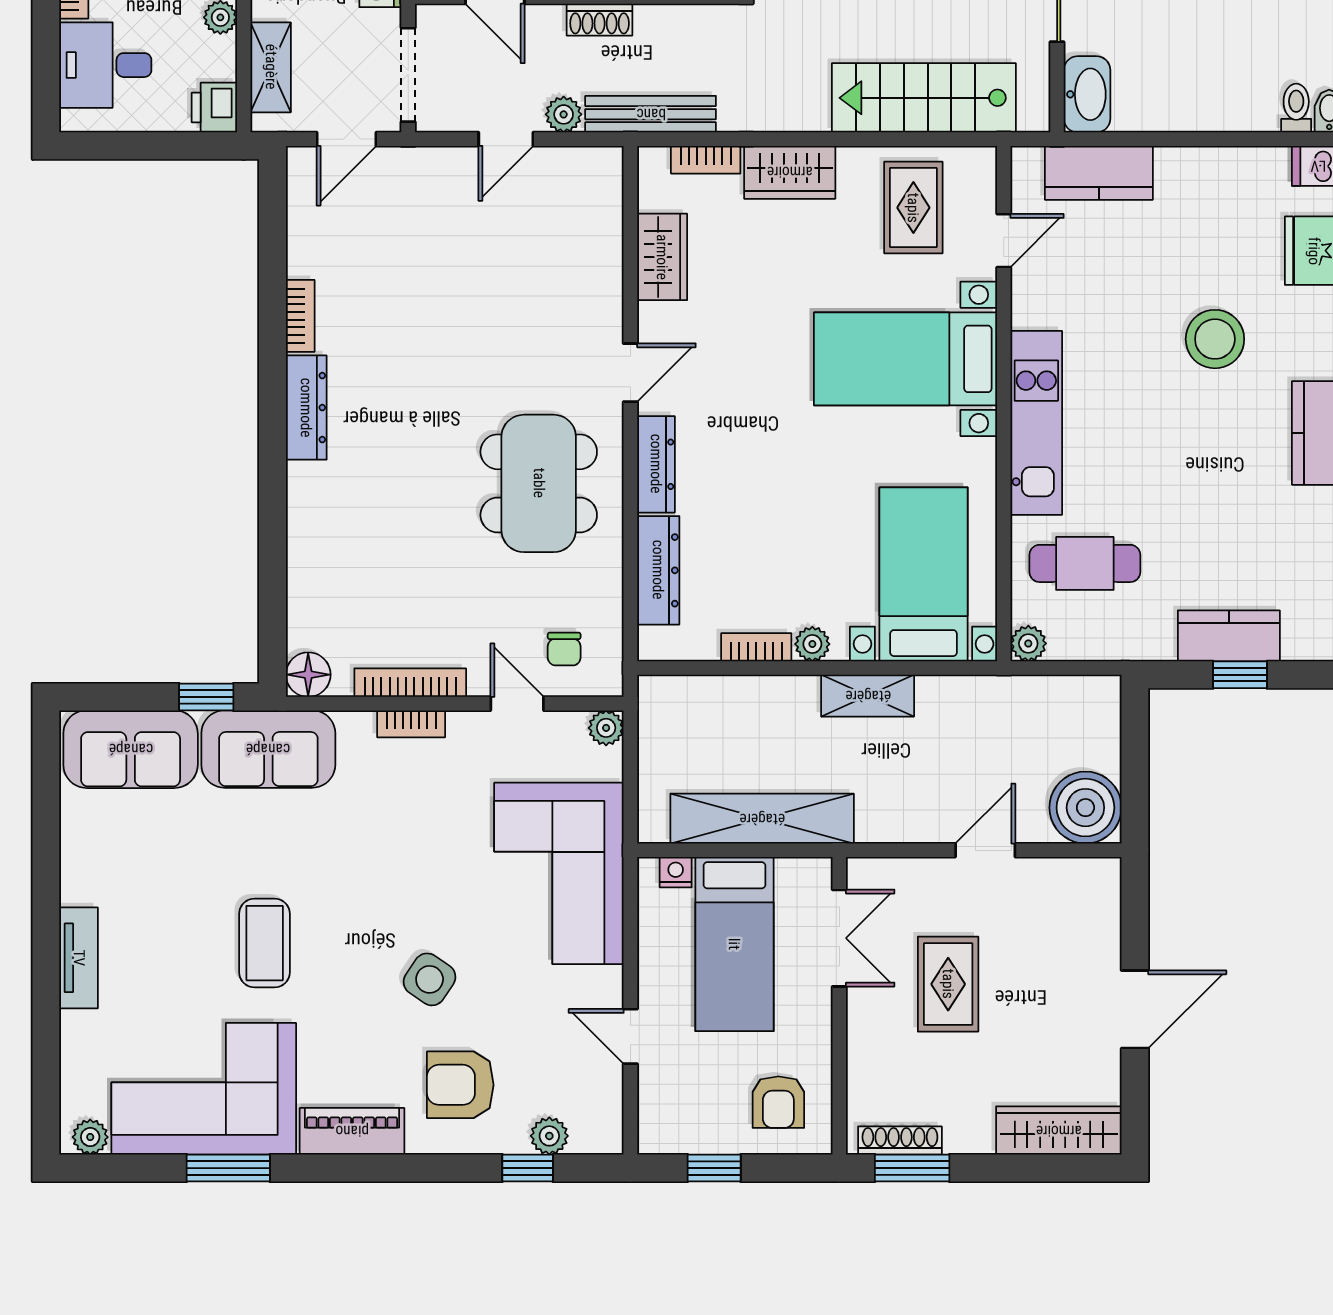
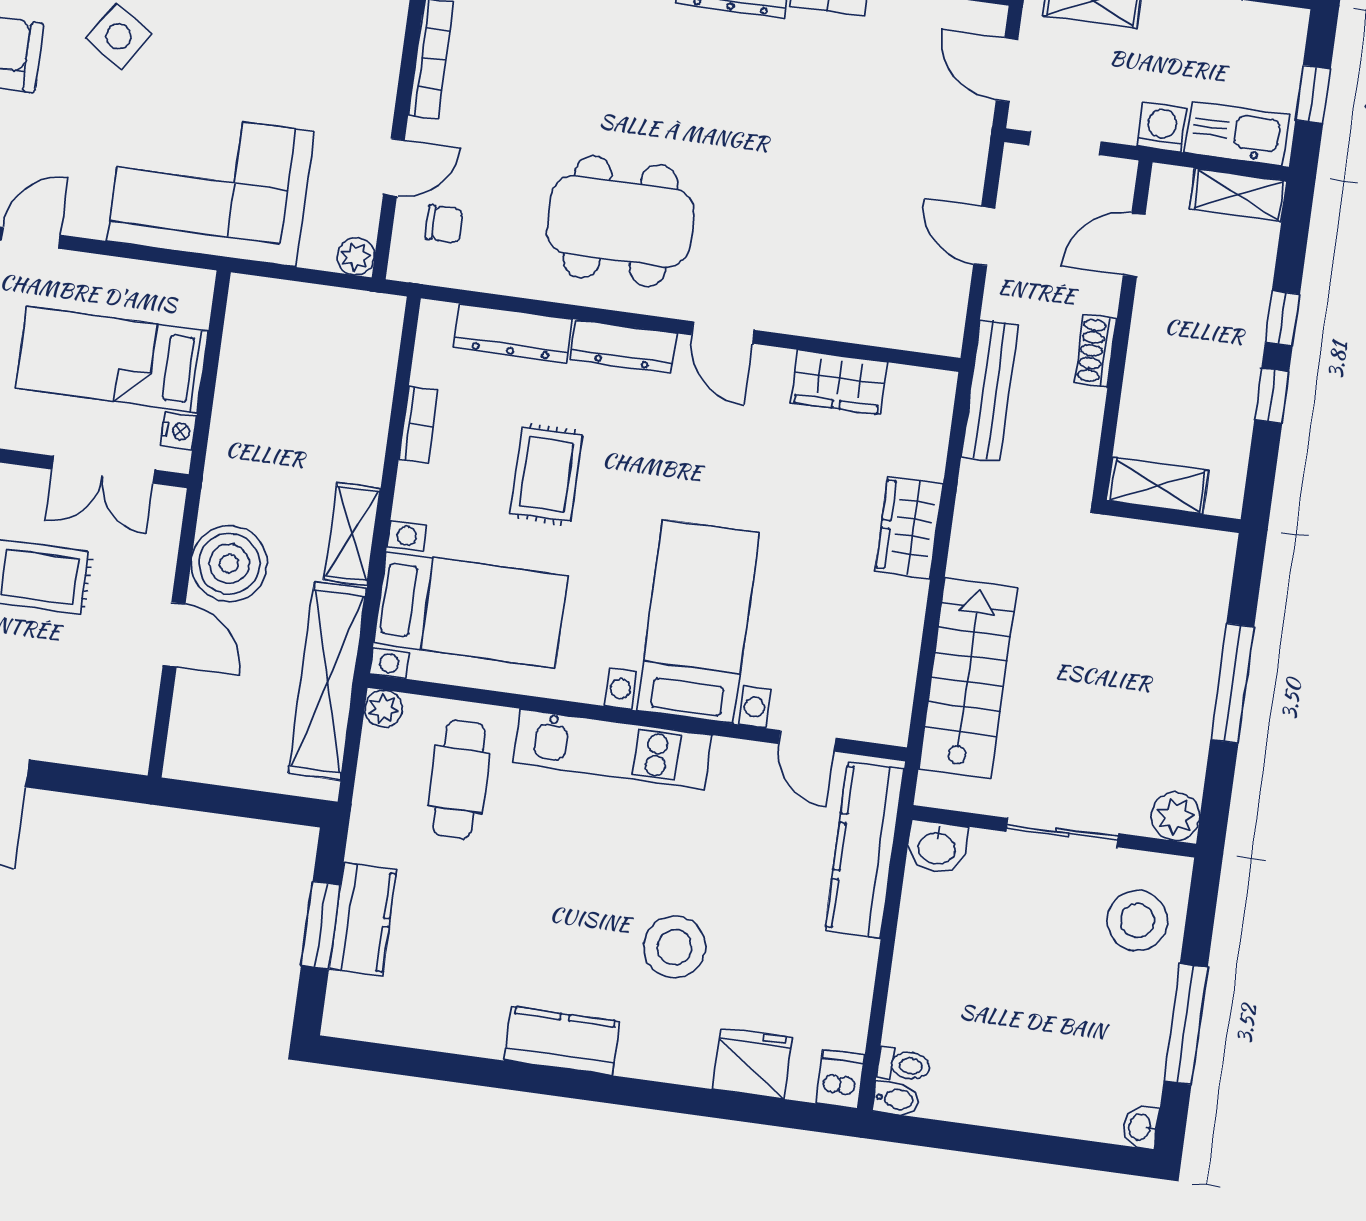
doorway: (408, 75) -> (1065, 143), width x0.73
washbasin: (1087, 94) -> (937, 847), width x0.72
plant: (564, 114) -> (1002, 300), removed
bookcase: (706, 160) -> (934, 442), removed
kitchen counter: (1099, 173) -> (864, 850), width x1.50
rug: (913, 208) -> (547, 474), moved, turned 90
plant: (812, 644) -> (414, 484), removed
chair: (564, 649) -> (444, 224), turned 180
window: (1240, 675) -> (321, 925), width x1.50
bookcase: (411, 724) -> (388, 54), removed
boiler: (1085, 808) -> (229, 564), moved
shelving: (762, 819) -> (328, 681), moved
nightstand: (676, 872) -> (179, 431), moved

